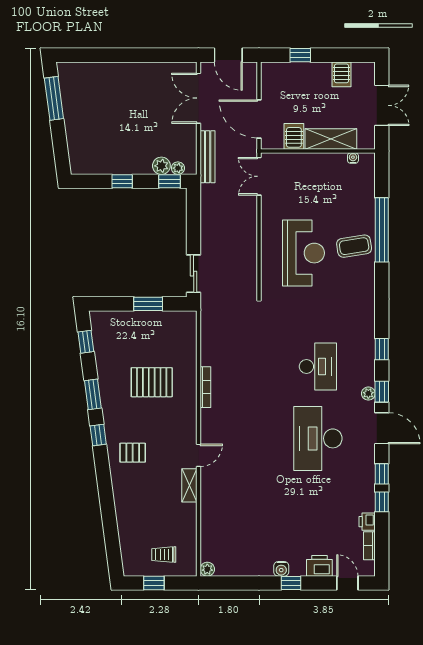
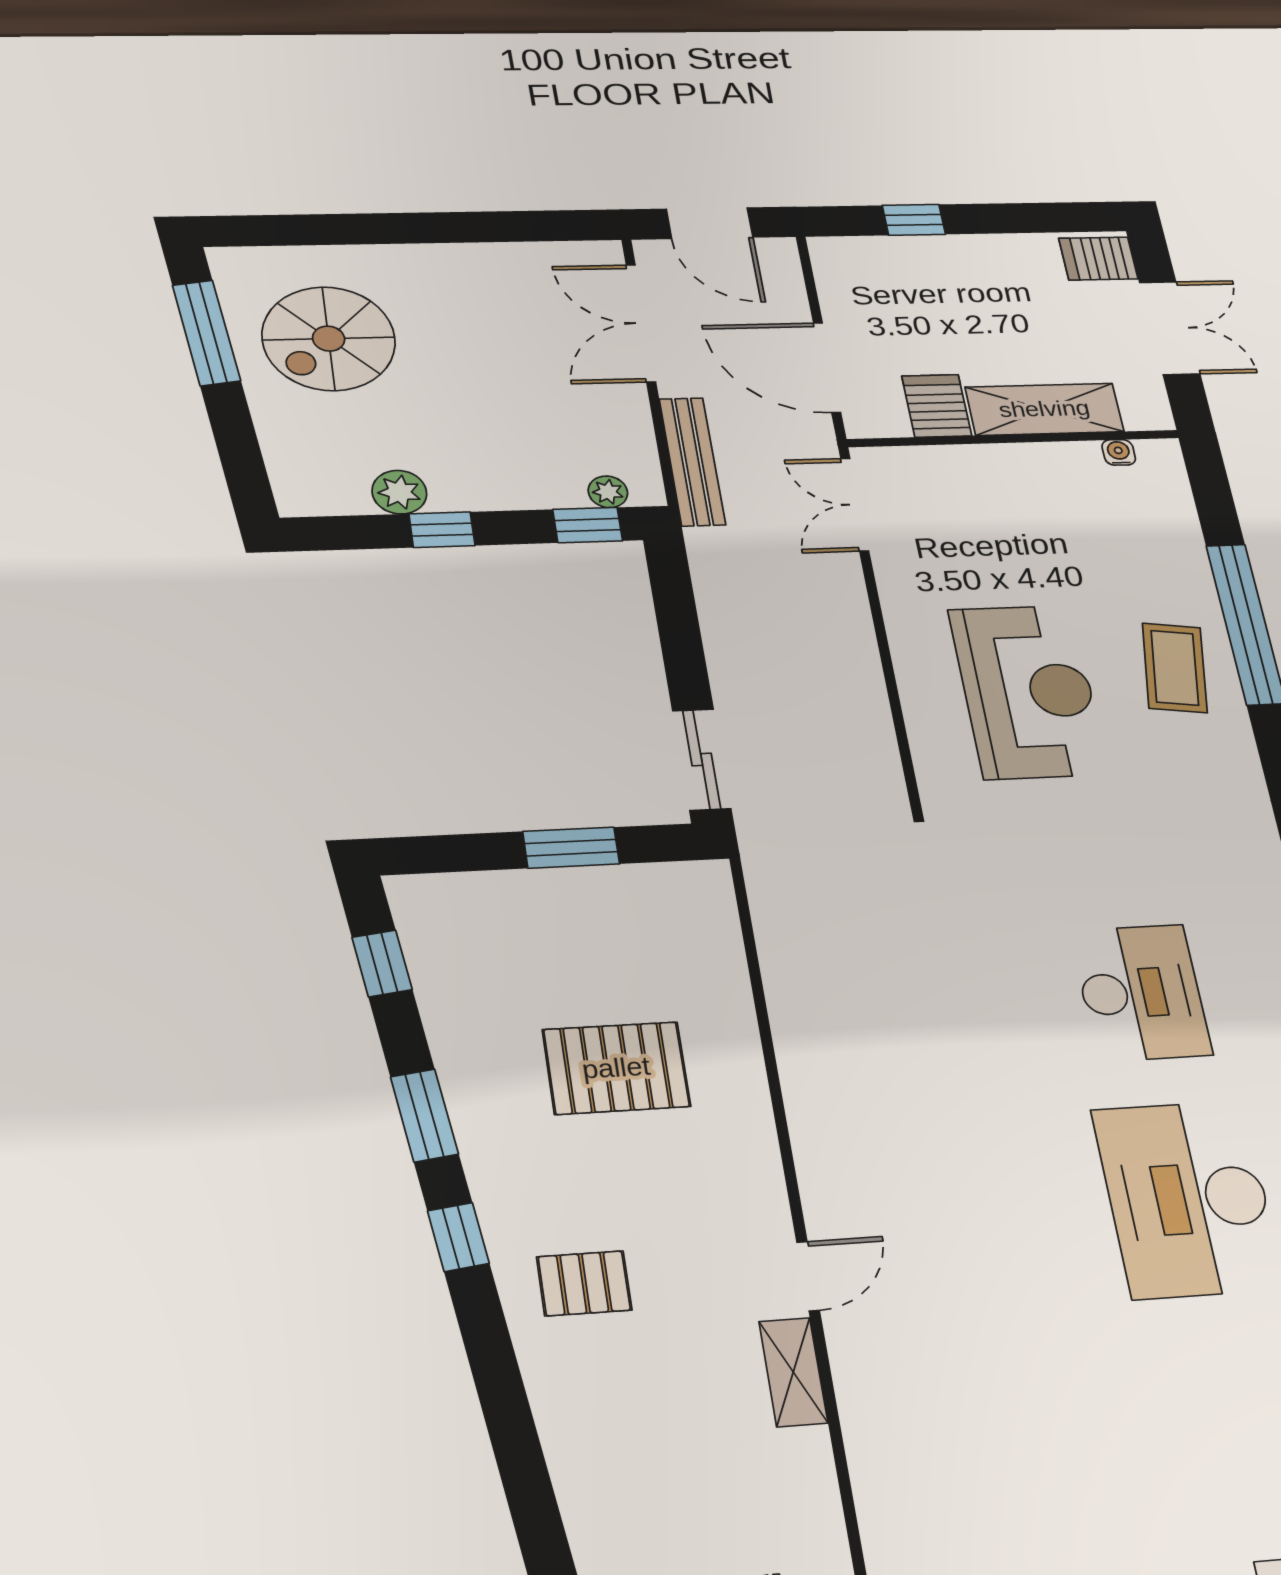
server rack: (342, 74) -> (1098, 259), moved, turned 90
spiral stairs: (94, 102) -> (329, 339), added
plant: (161, 166) -> (399, 492), moved
coffee table: (354, 246) -> (1175, 668), turned -73
bookcase: (205, 387) -> (795, 1072), removed

